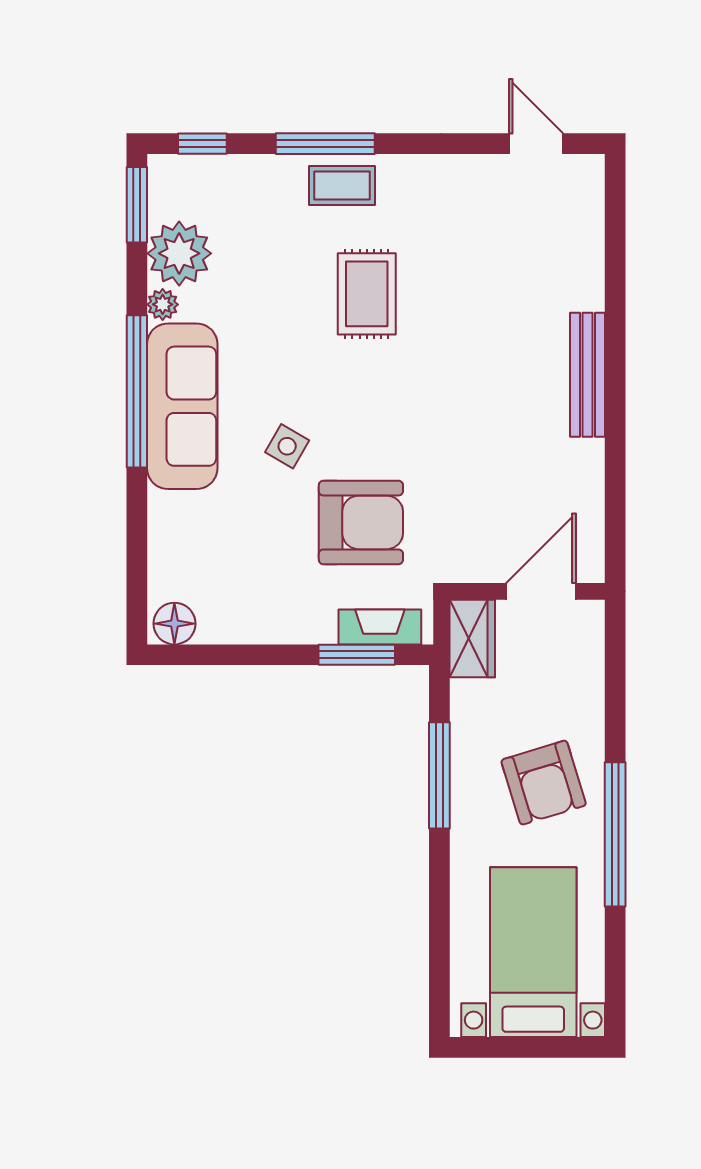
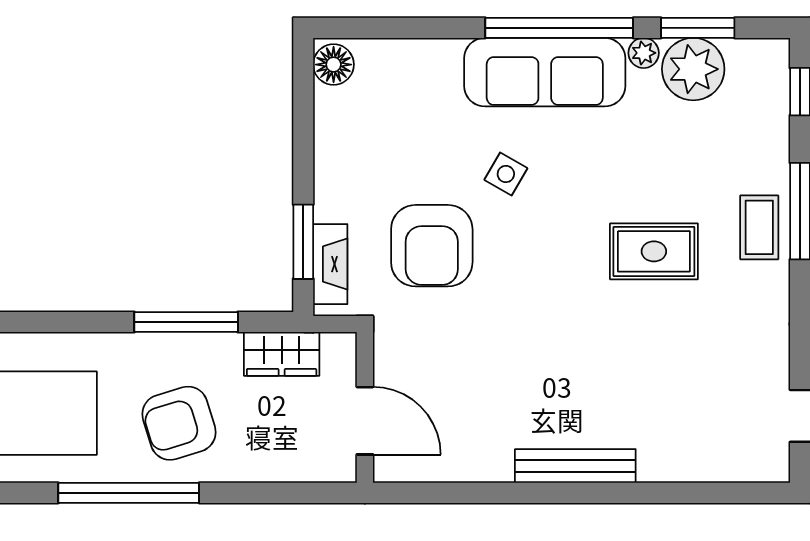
window: (137, 205) -> (698, 28), moved
wardrobe: (472, 638) -> (282, 354), moved

